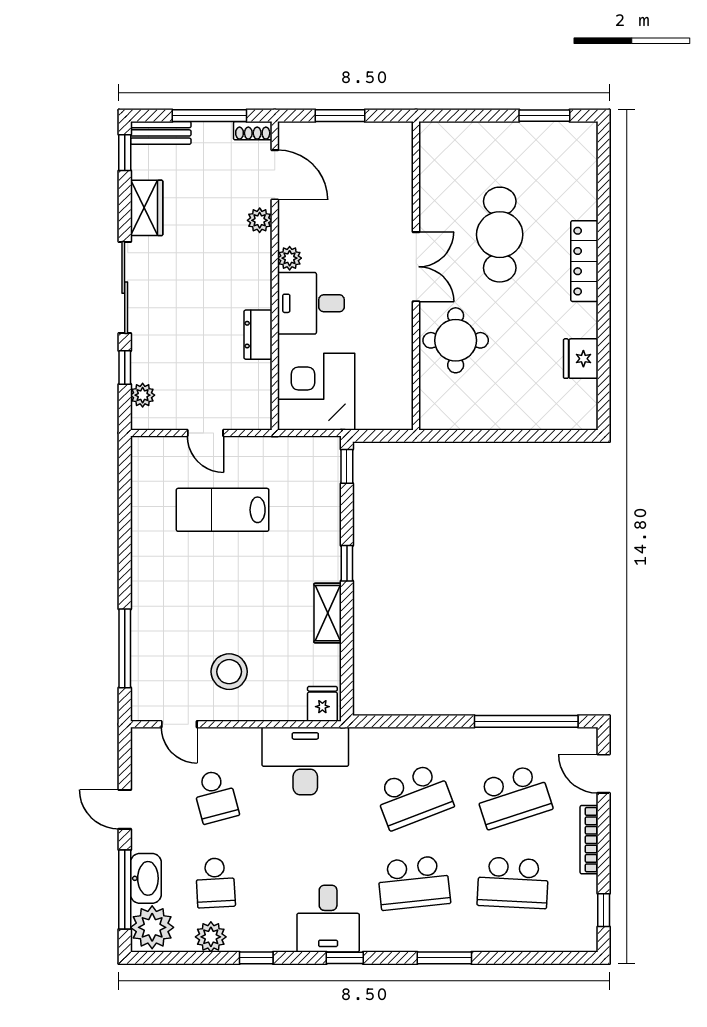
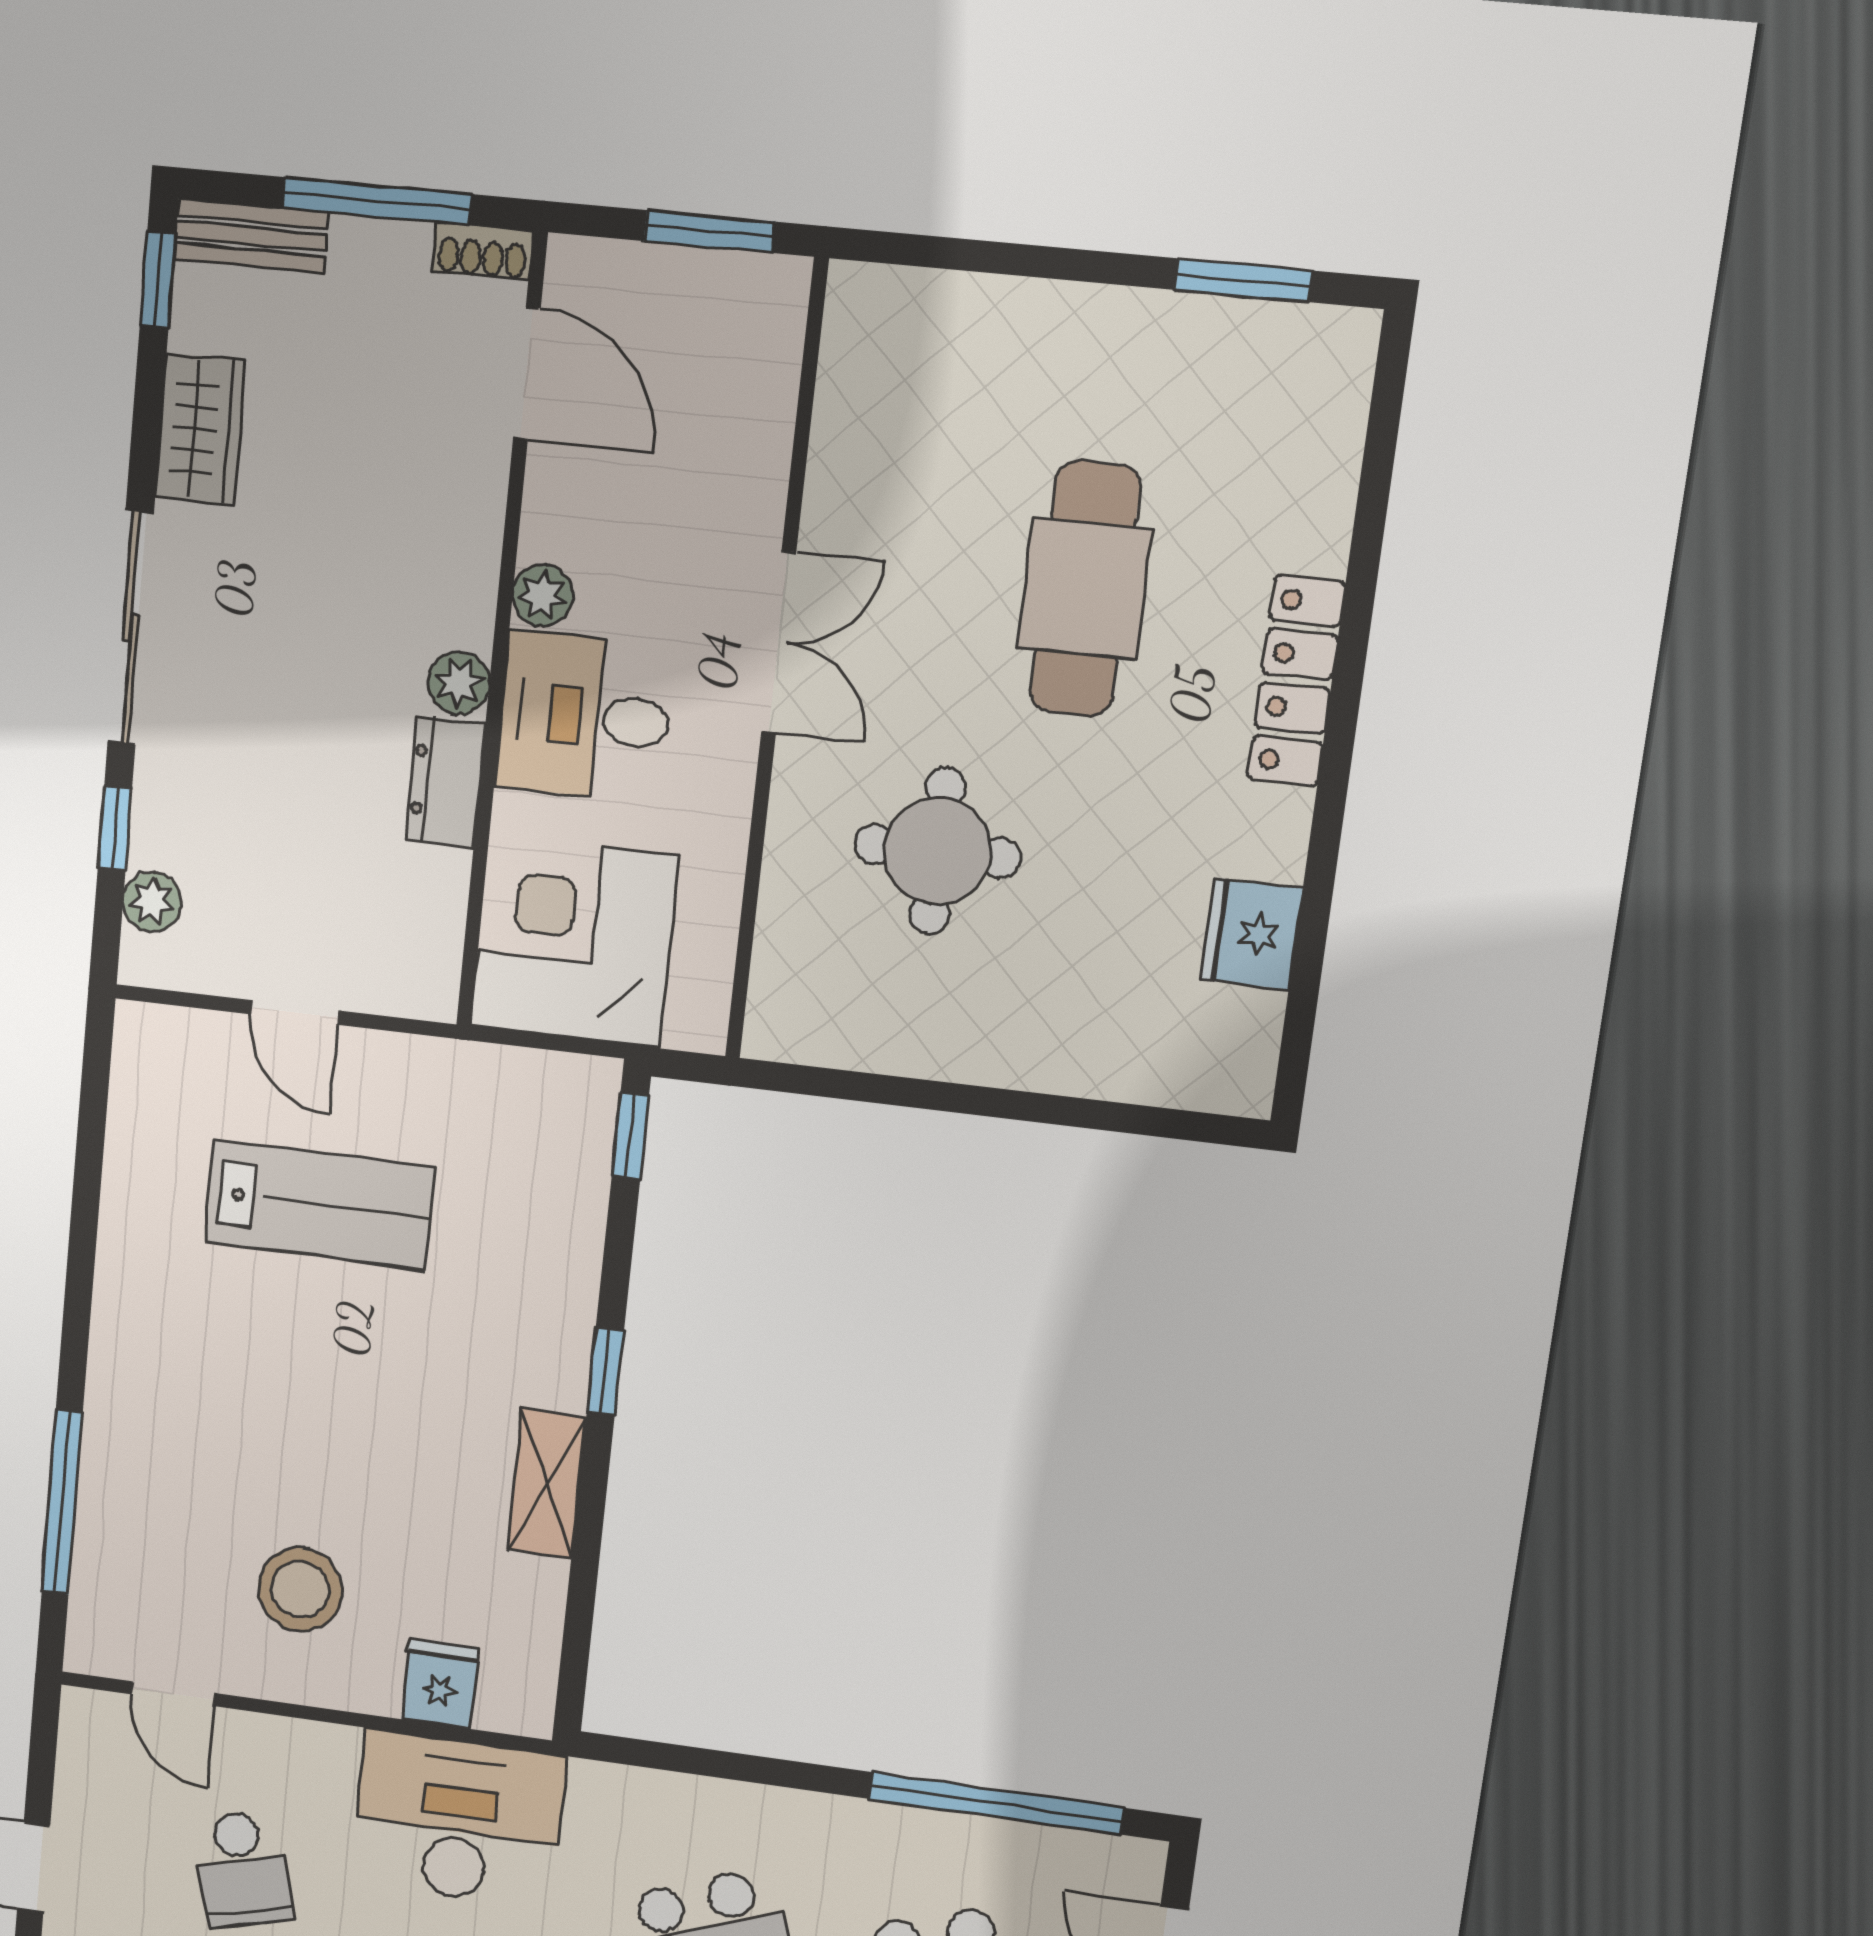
plant: (260, 220) -> (459, 683), moved
double door: (416, 267) -> (779, 642), moved
wall: (416, 276) -> (776, 665), moved
lab bench: (223, 510) -> (319, 1205), turned 180
fridge: (322, 704) -> (440, 1684), moved

